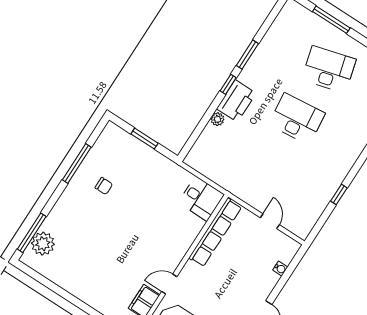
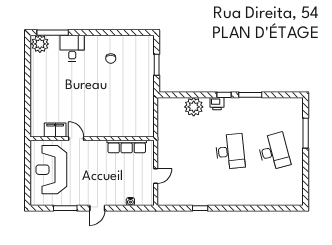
printer: (236, 101) -> (217, 104), width x0.53, depth x0.68
plant: (217, 119) -> (194, 107), width x1.87, depth x1.87
window: (77, 164) -> (114, 33), removed
desk: (201, 199) -> (72, 48), moved, turned 180
row of seats: (215, 232) -> (127, 146), width x0.73
plant: (43, 244) -> (40, 44), moved

